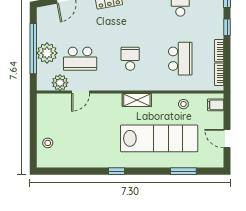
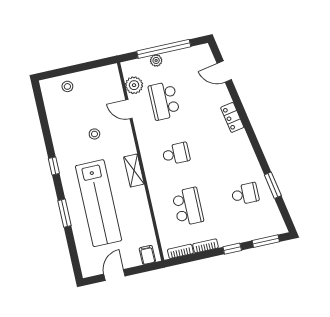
plant: (47, 53) -> (156, 60), width x0.53, depth x0.53
school desk: (180, 59) -> (188, 207), turned -90
stool: (183, 104) -> (94, 134), moved
window: (183, 171) -> (64, 213), moved

